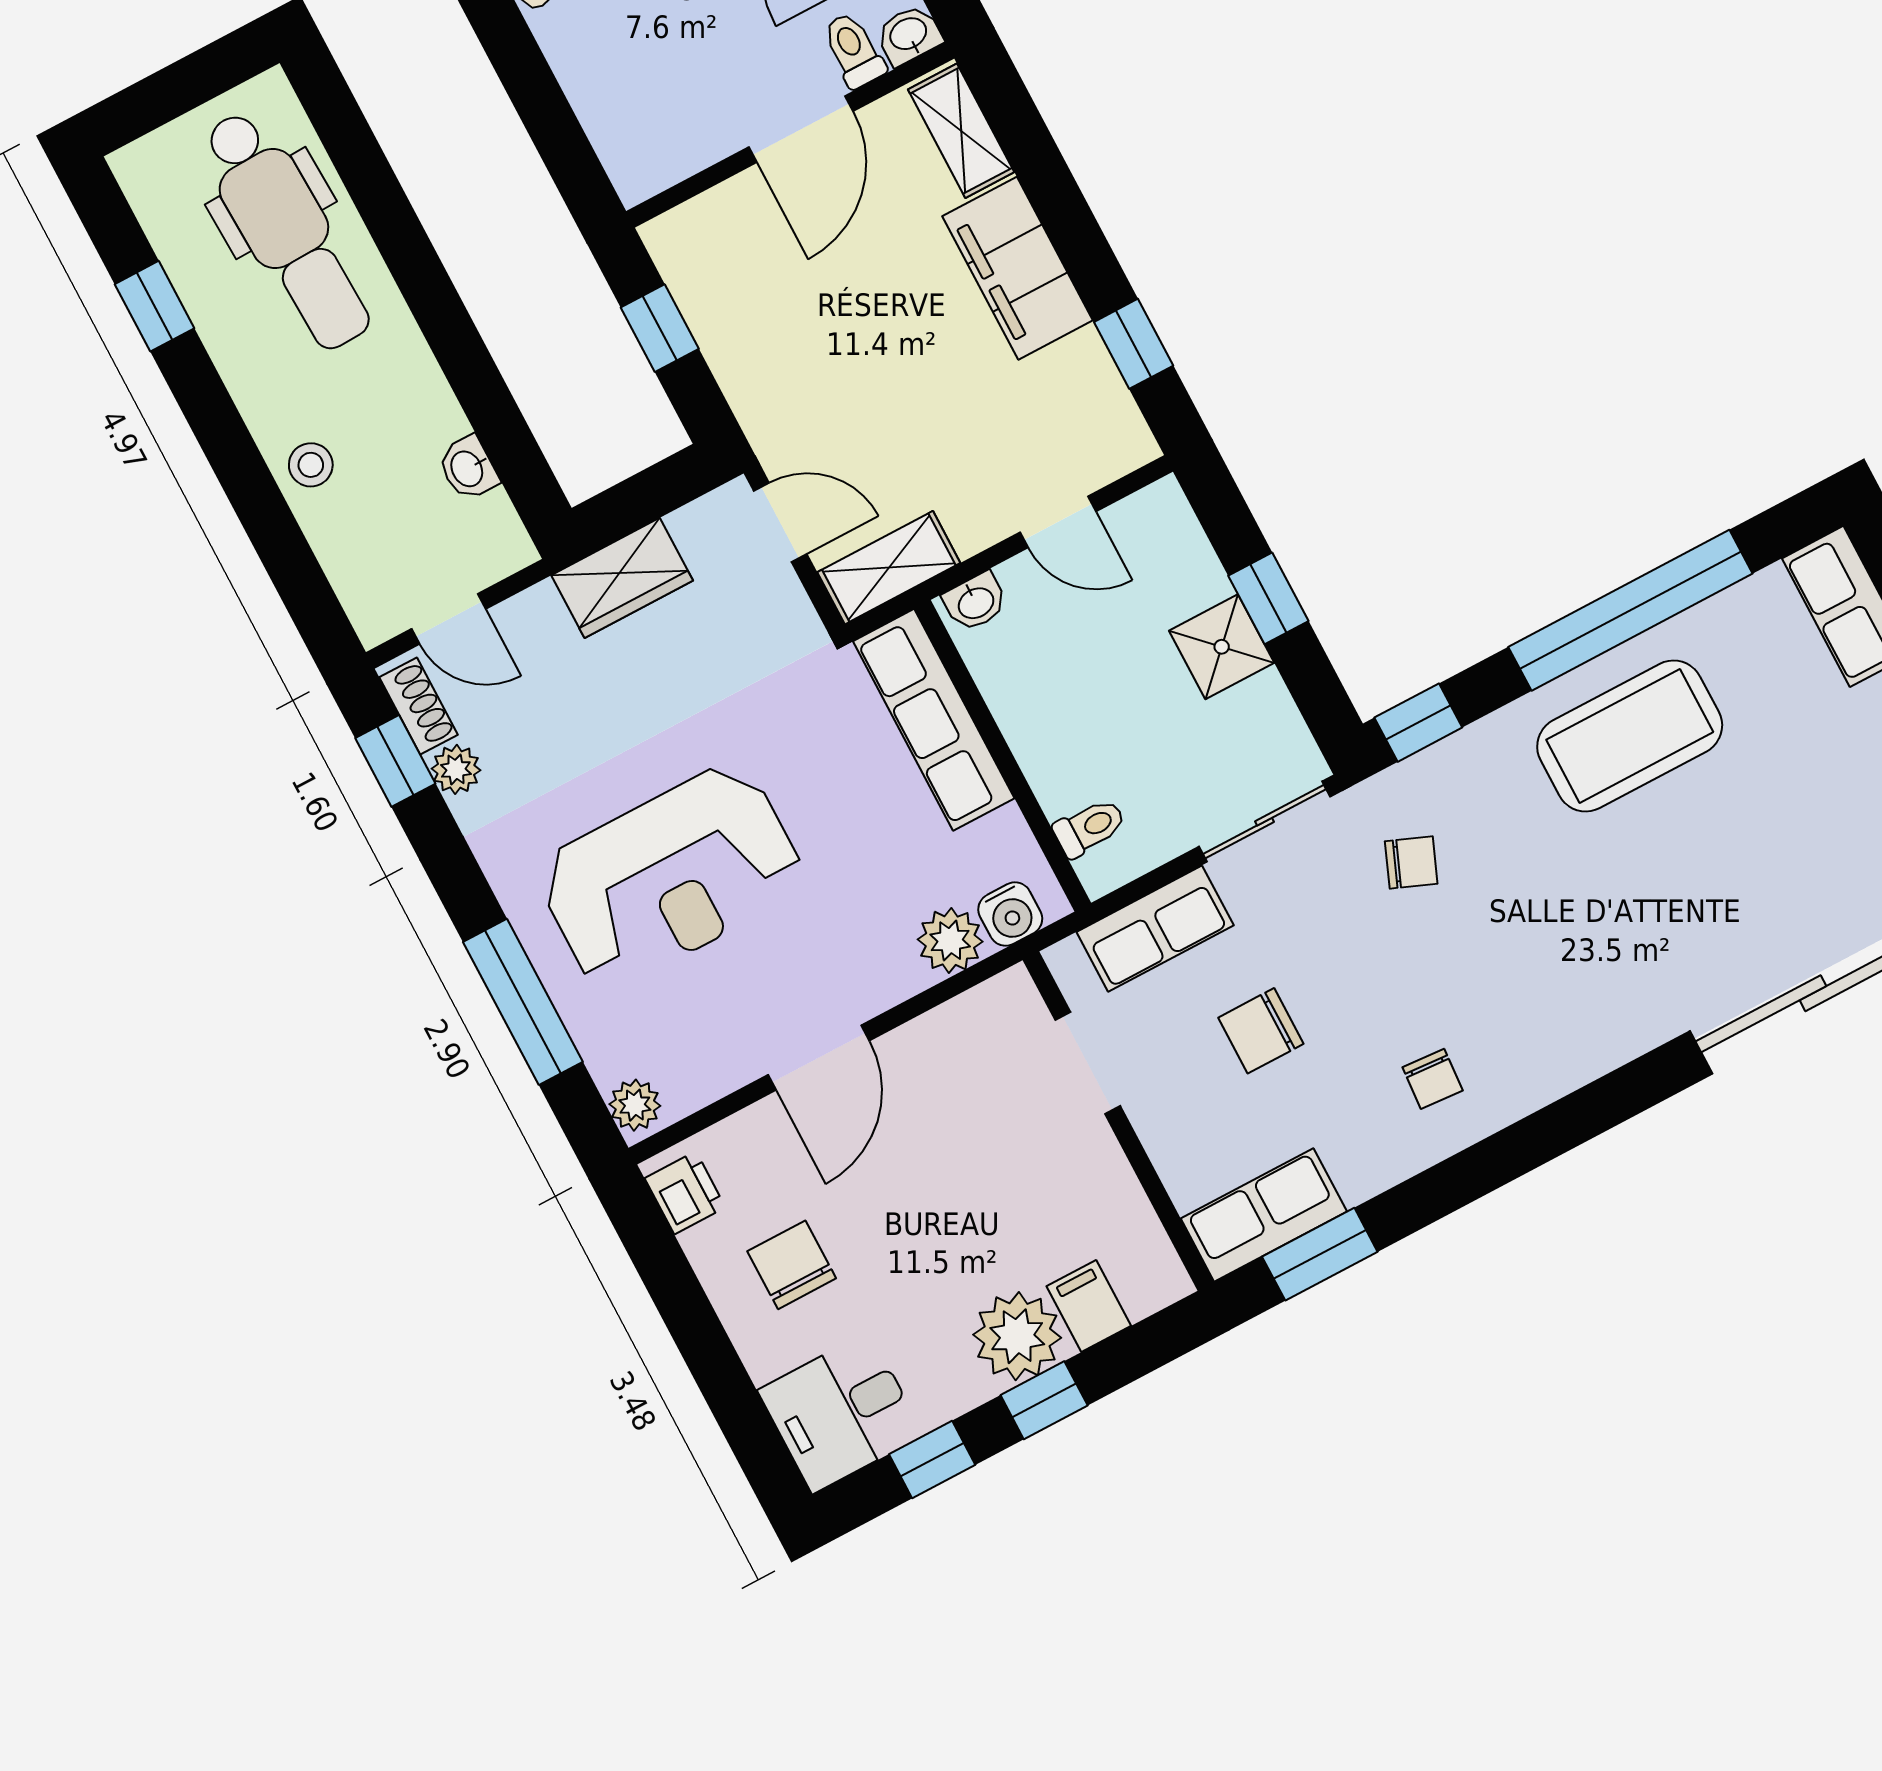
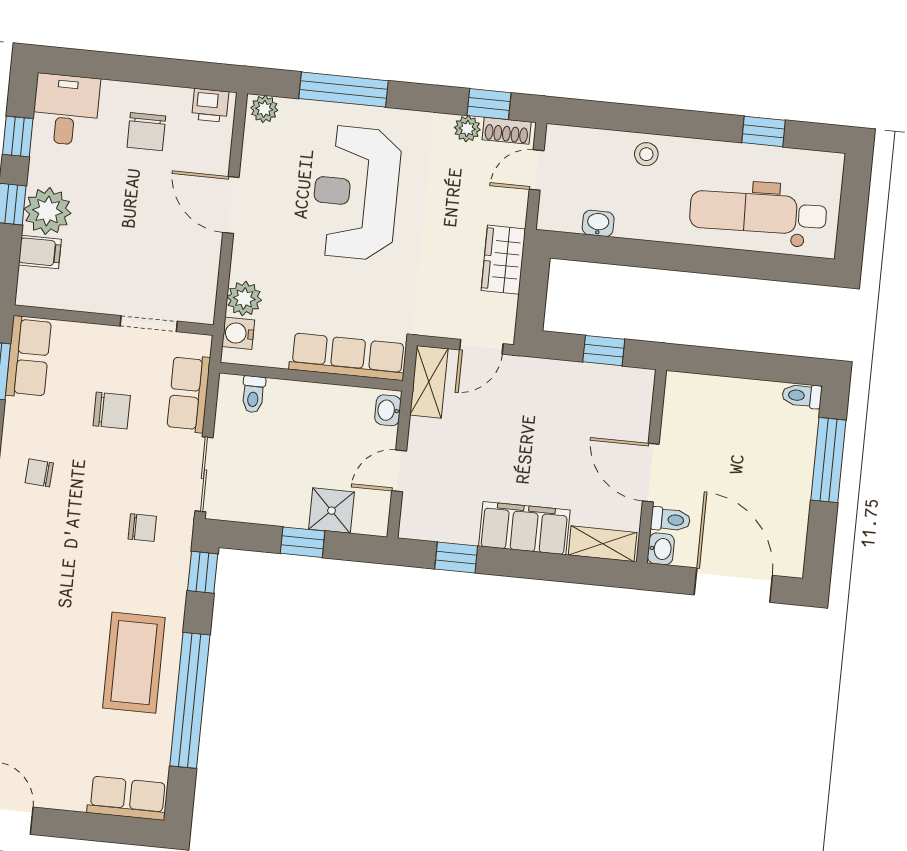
shower: (1222, 647) -> (332, 511), moved
chair: (1411, 862) -> (142, 528), turned -112
chair: (1261, 1031) -> (112, 411), turned 90
chair: (792, 1265) -> (146, 132), turned 90

